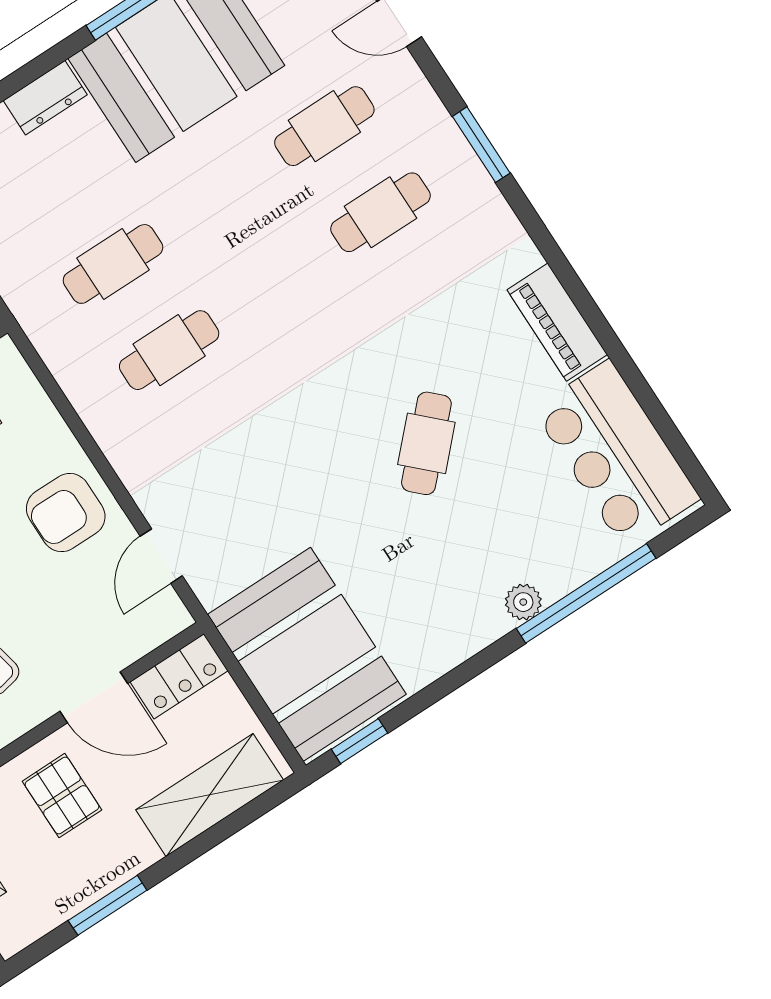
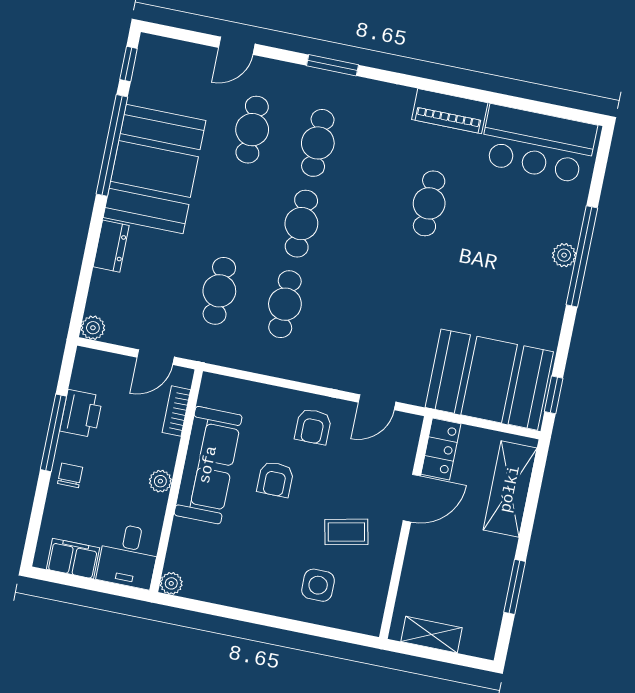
cafe table: (275, 281) -> (301, 224), added
cafe table: (426, 443) -> (429, 203), moved, turned 46
armchair: (66, 513) -> (313, 427), width x0.72, depth x0.72
door: (161, 556) -> (377, 402), hinge flipped
window: (586, 593) -> (582, 256), moved
pallet: (62, 796) -> (443, 558), removed

